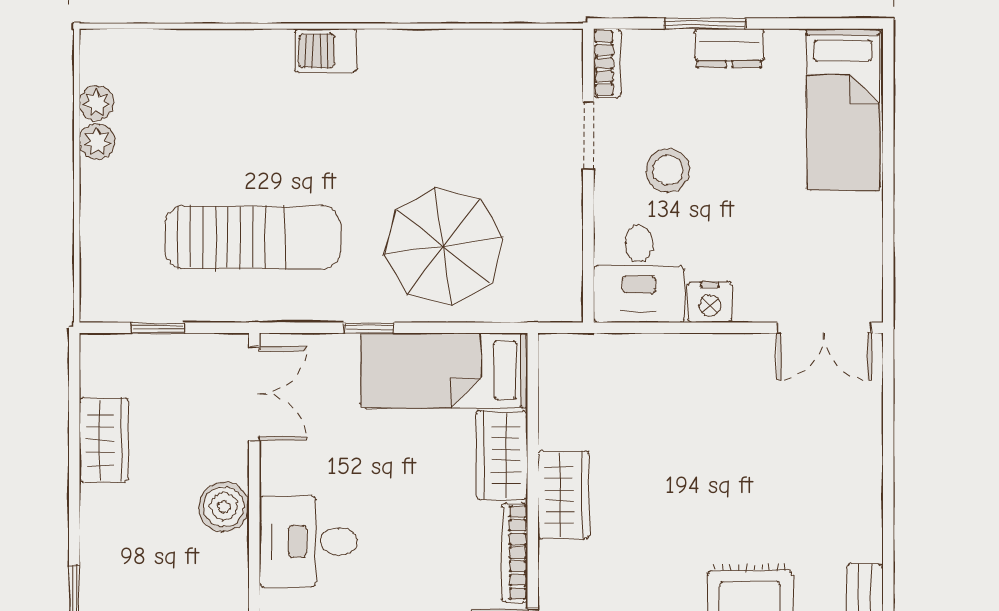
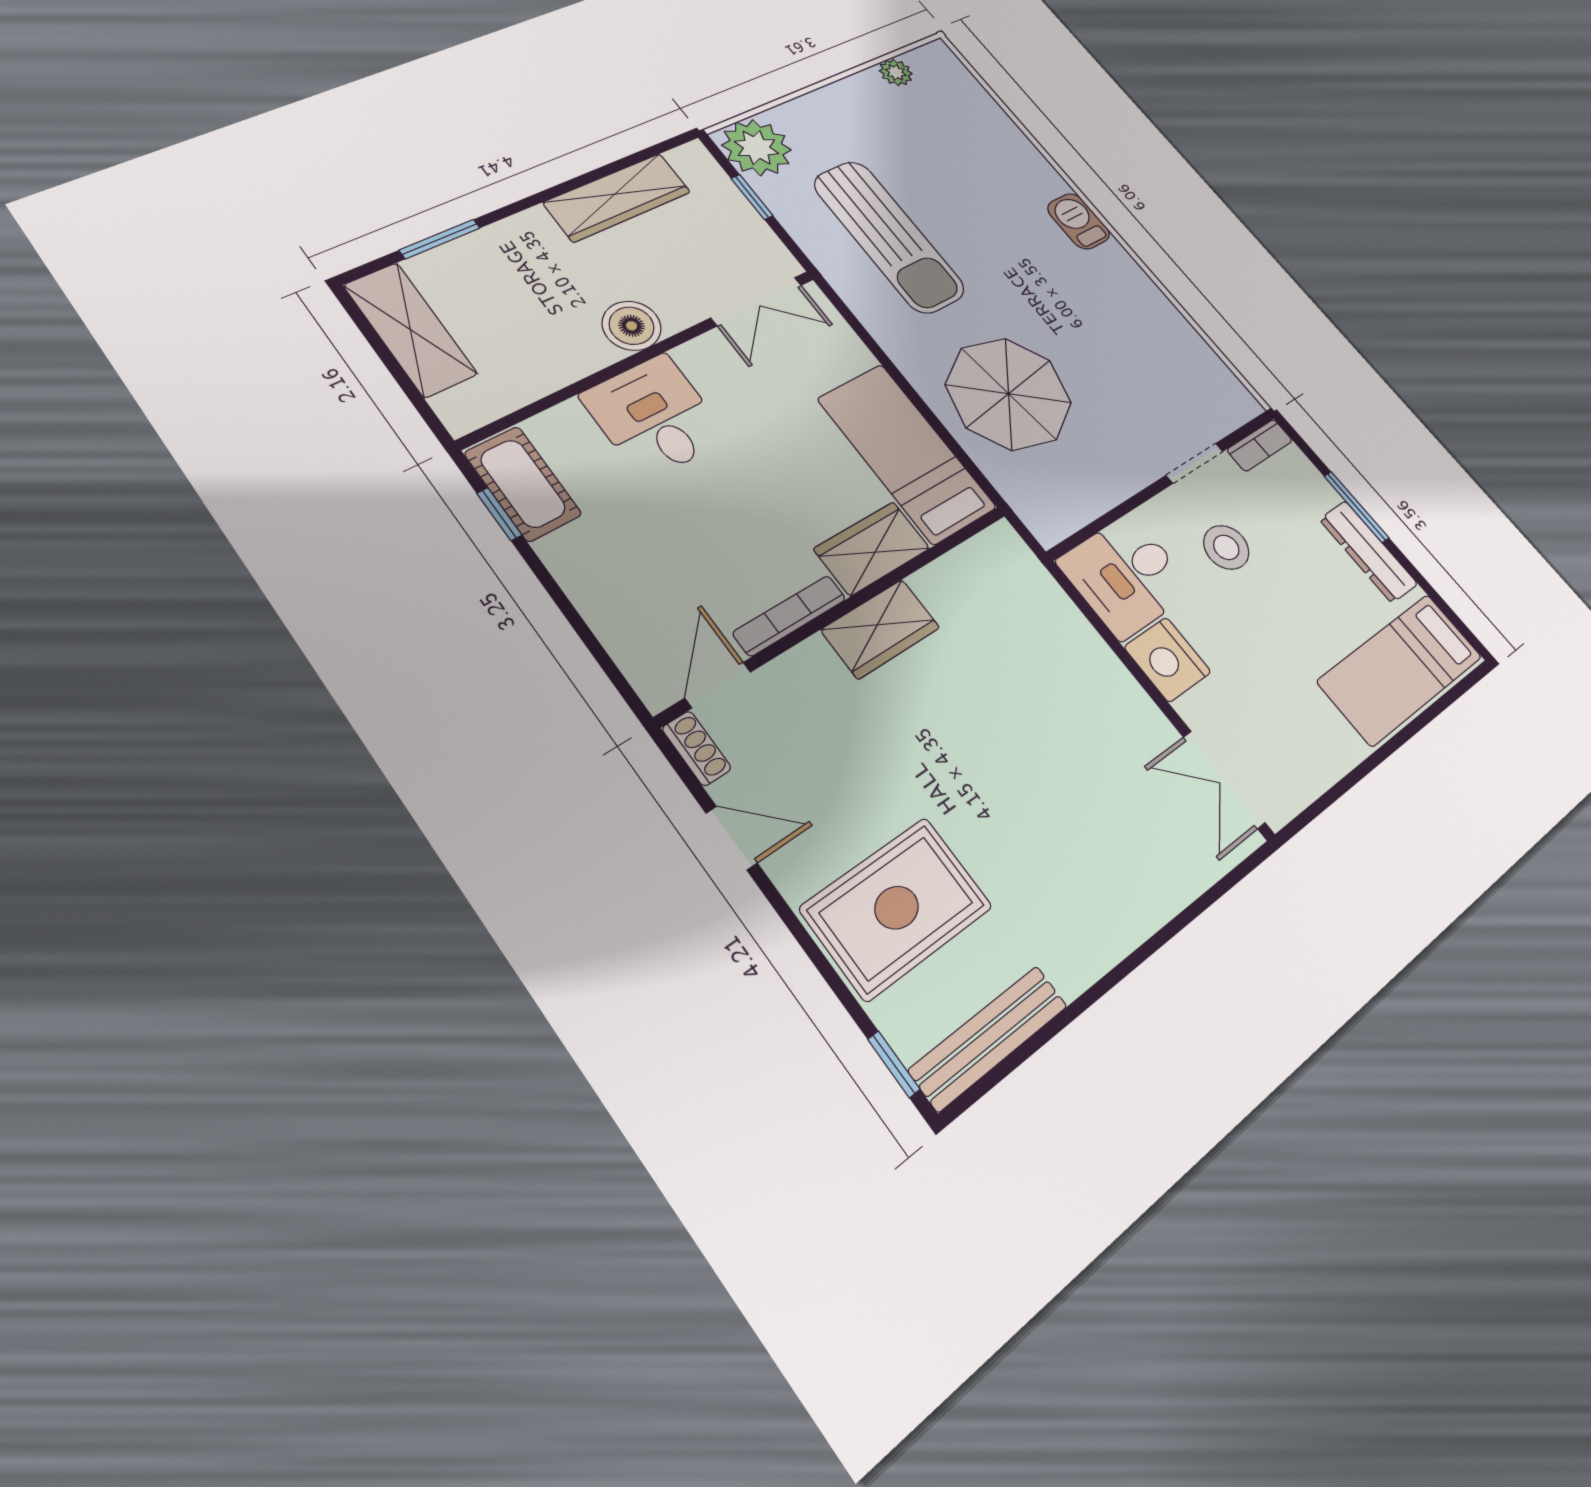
dresser: (729, 48) -> (1368, 552), width x1.44
plant: (97, 142) -> (757, 148), moved, width x1.87, depth x1.87
nightstand: (710, 302) -> (1168, 659), width x1.36, depth x1.33
window: (369, 328) -> (891, 368), removed
wardrobe: (104, 440) -> (617, 197), width x1.50

